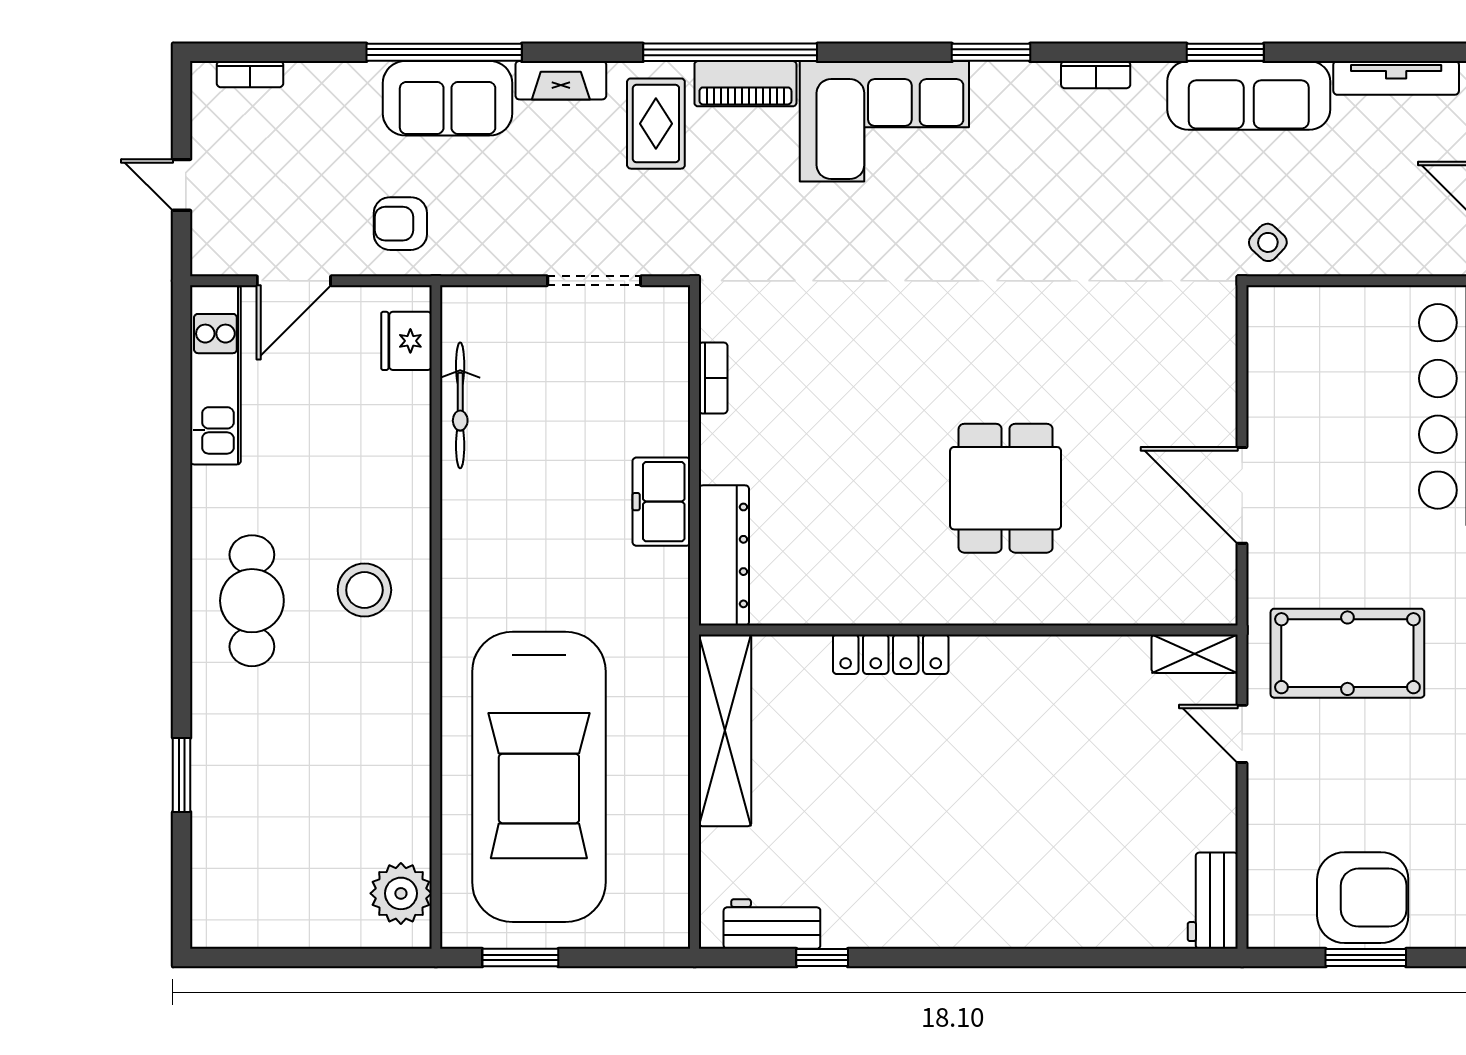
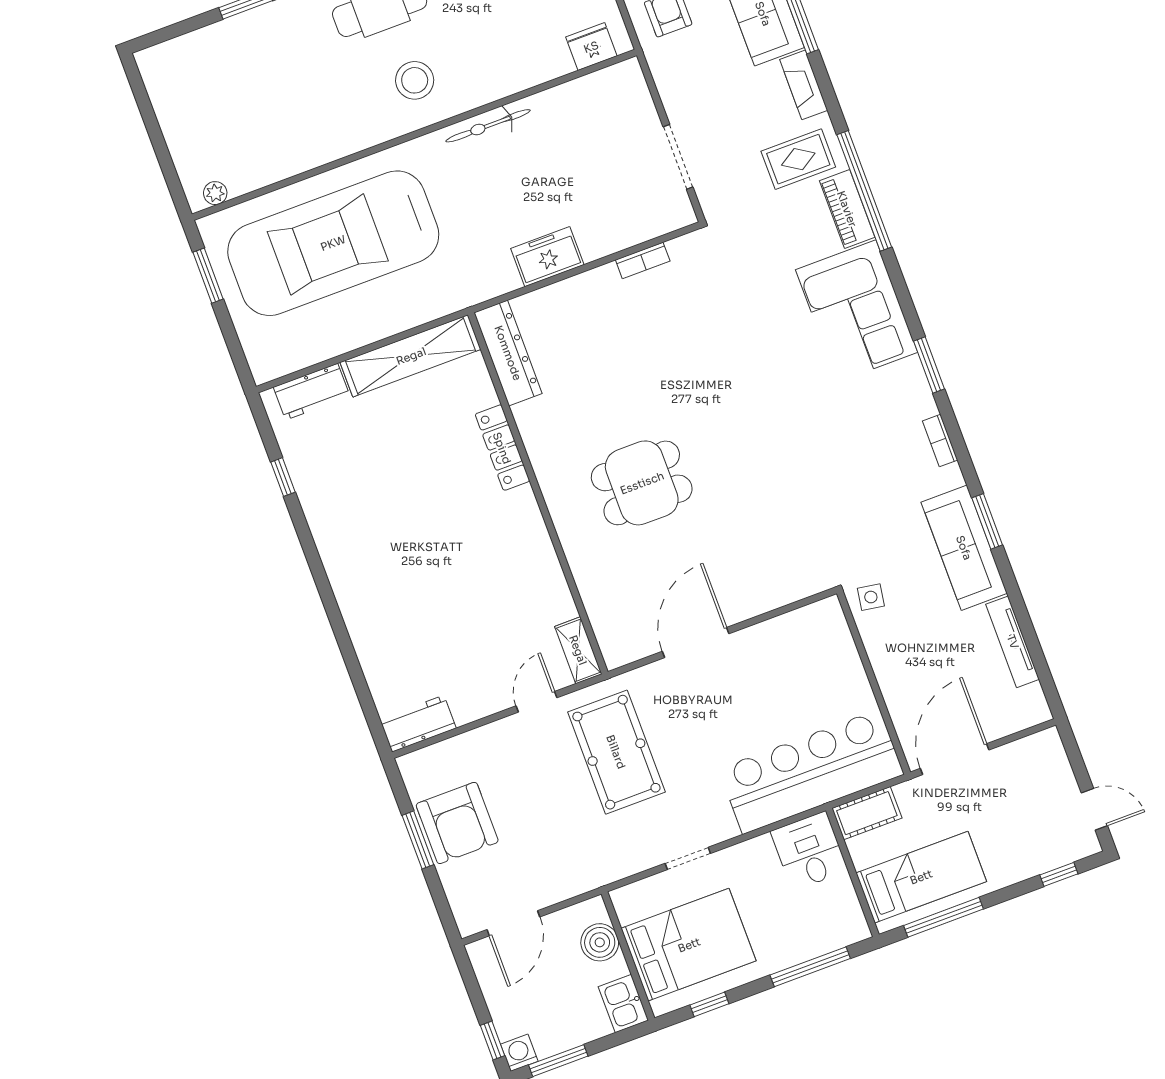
side table: (1268, 242) -> (871, 597), turned -34
bicycle: (460, 405) -> (488, 126), moved
dresser: (724, 555) -> (508, 353), moved, turned -90
plant: (401, 893) -> (215, 193), width x0.53, depth x0.53
workbench: (772, 924) -> (312, 392), moved, turned 90

